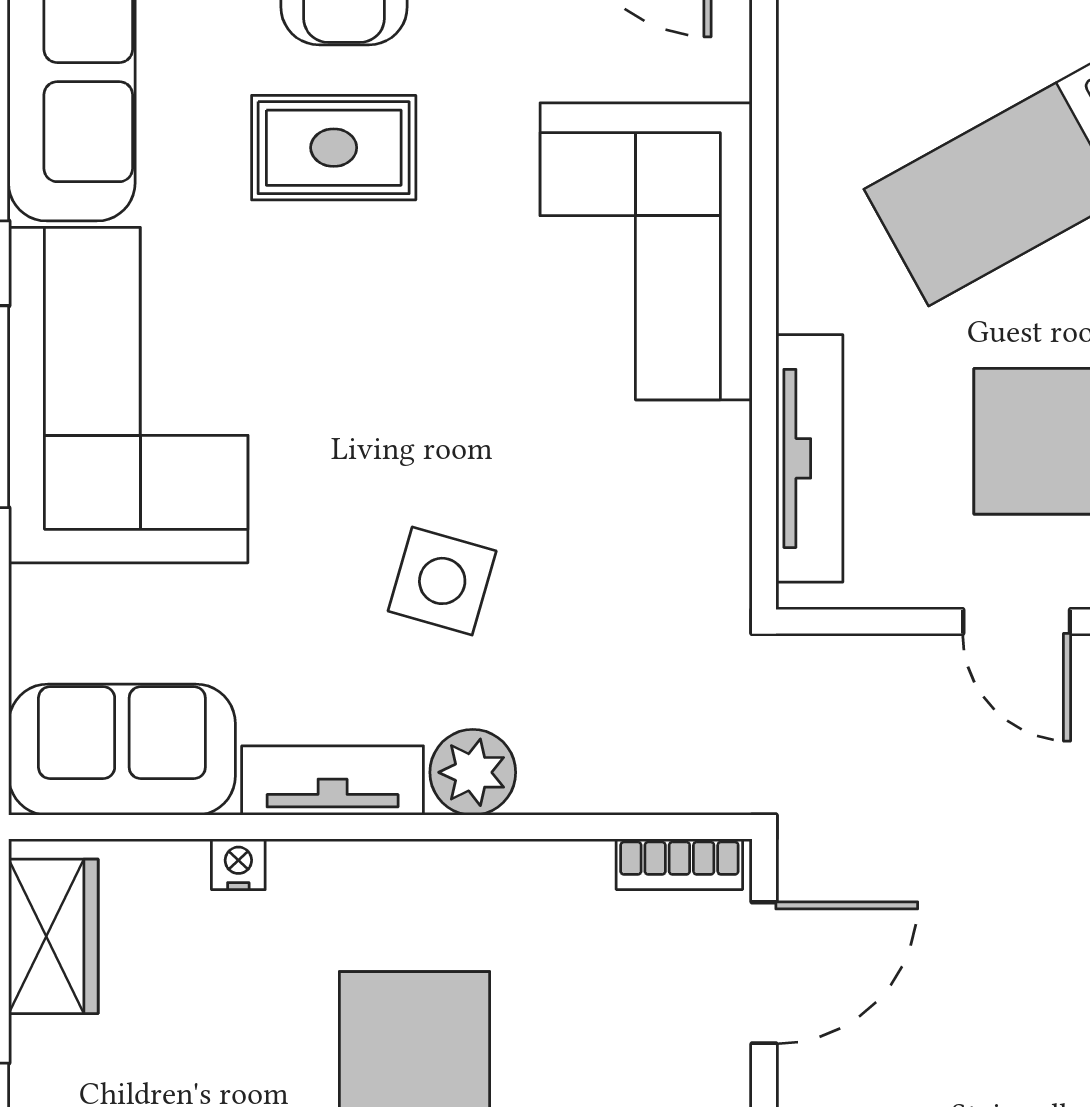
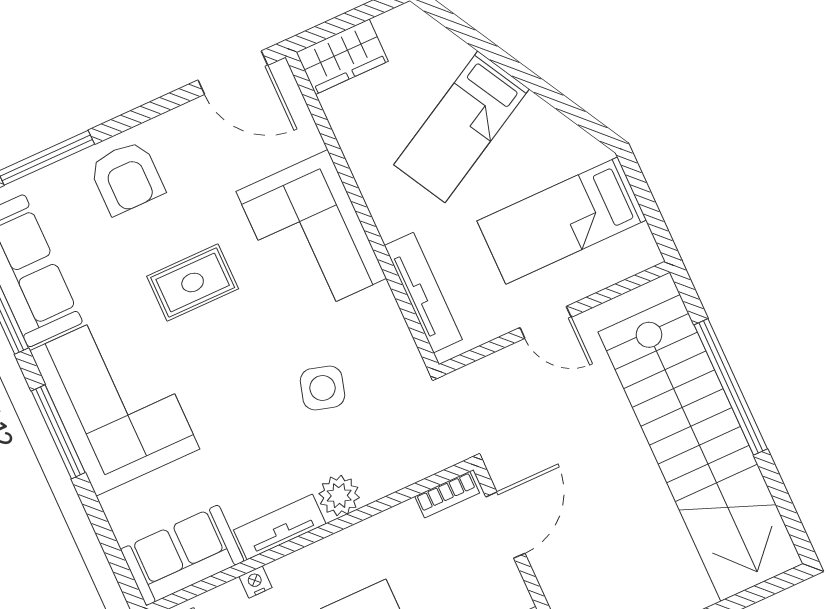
rug: (334, 148) -> (193, 282), moved
side table: (442, 581) -> (322, 388), moved

